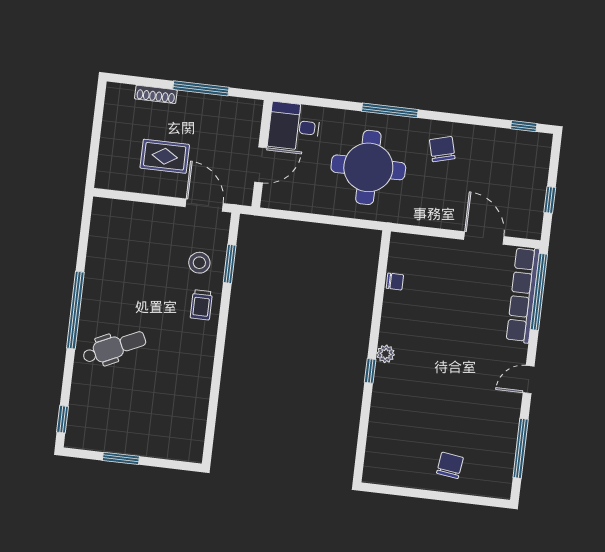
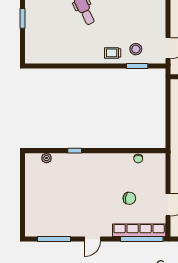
plant: (386, 354) -> (46, 158), moved
window: (370, 371) -> (75, 151), moved
door: (529, 380) -> (93, 239), swing flipped
chair: (450, 465) -> (129, 198), moved

